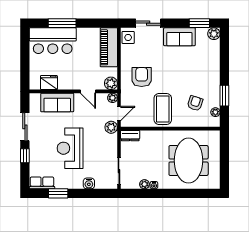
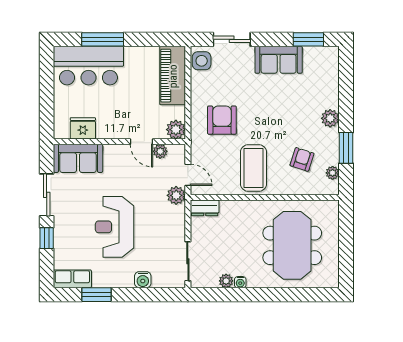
plant: (214, 34) -> (330, 118), moved
plant: (113, 98) -> (160, 151), moved
sofa: (57, 103) -> (78, 158), moved
door: (119, 114) -> (188, 175), hinge flipped

